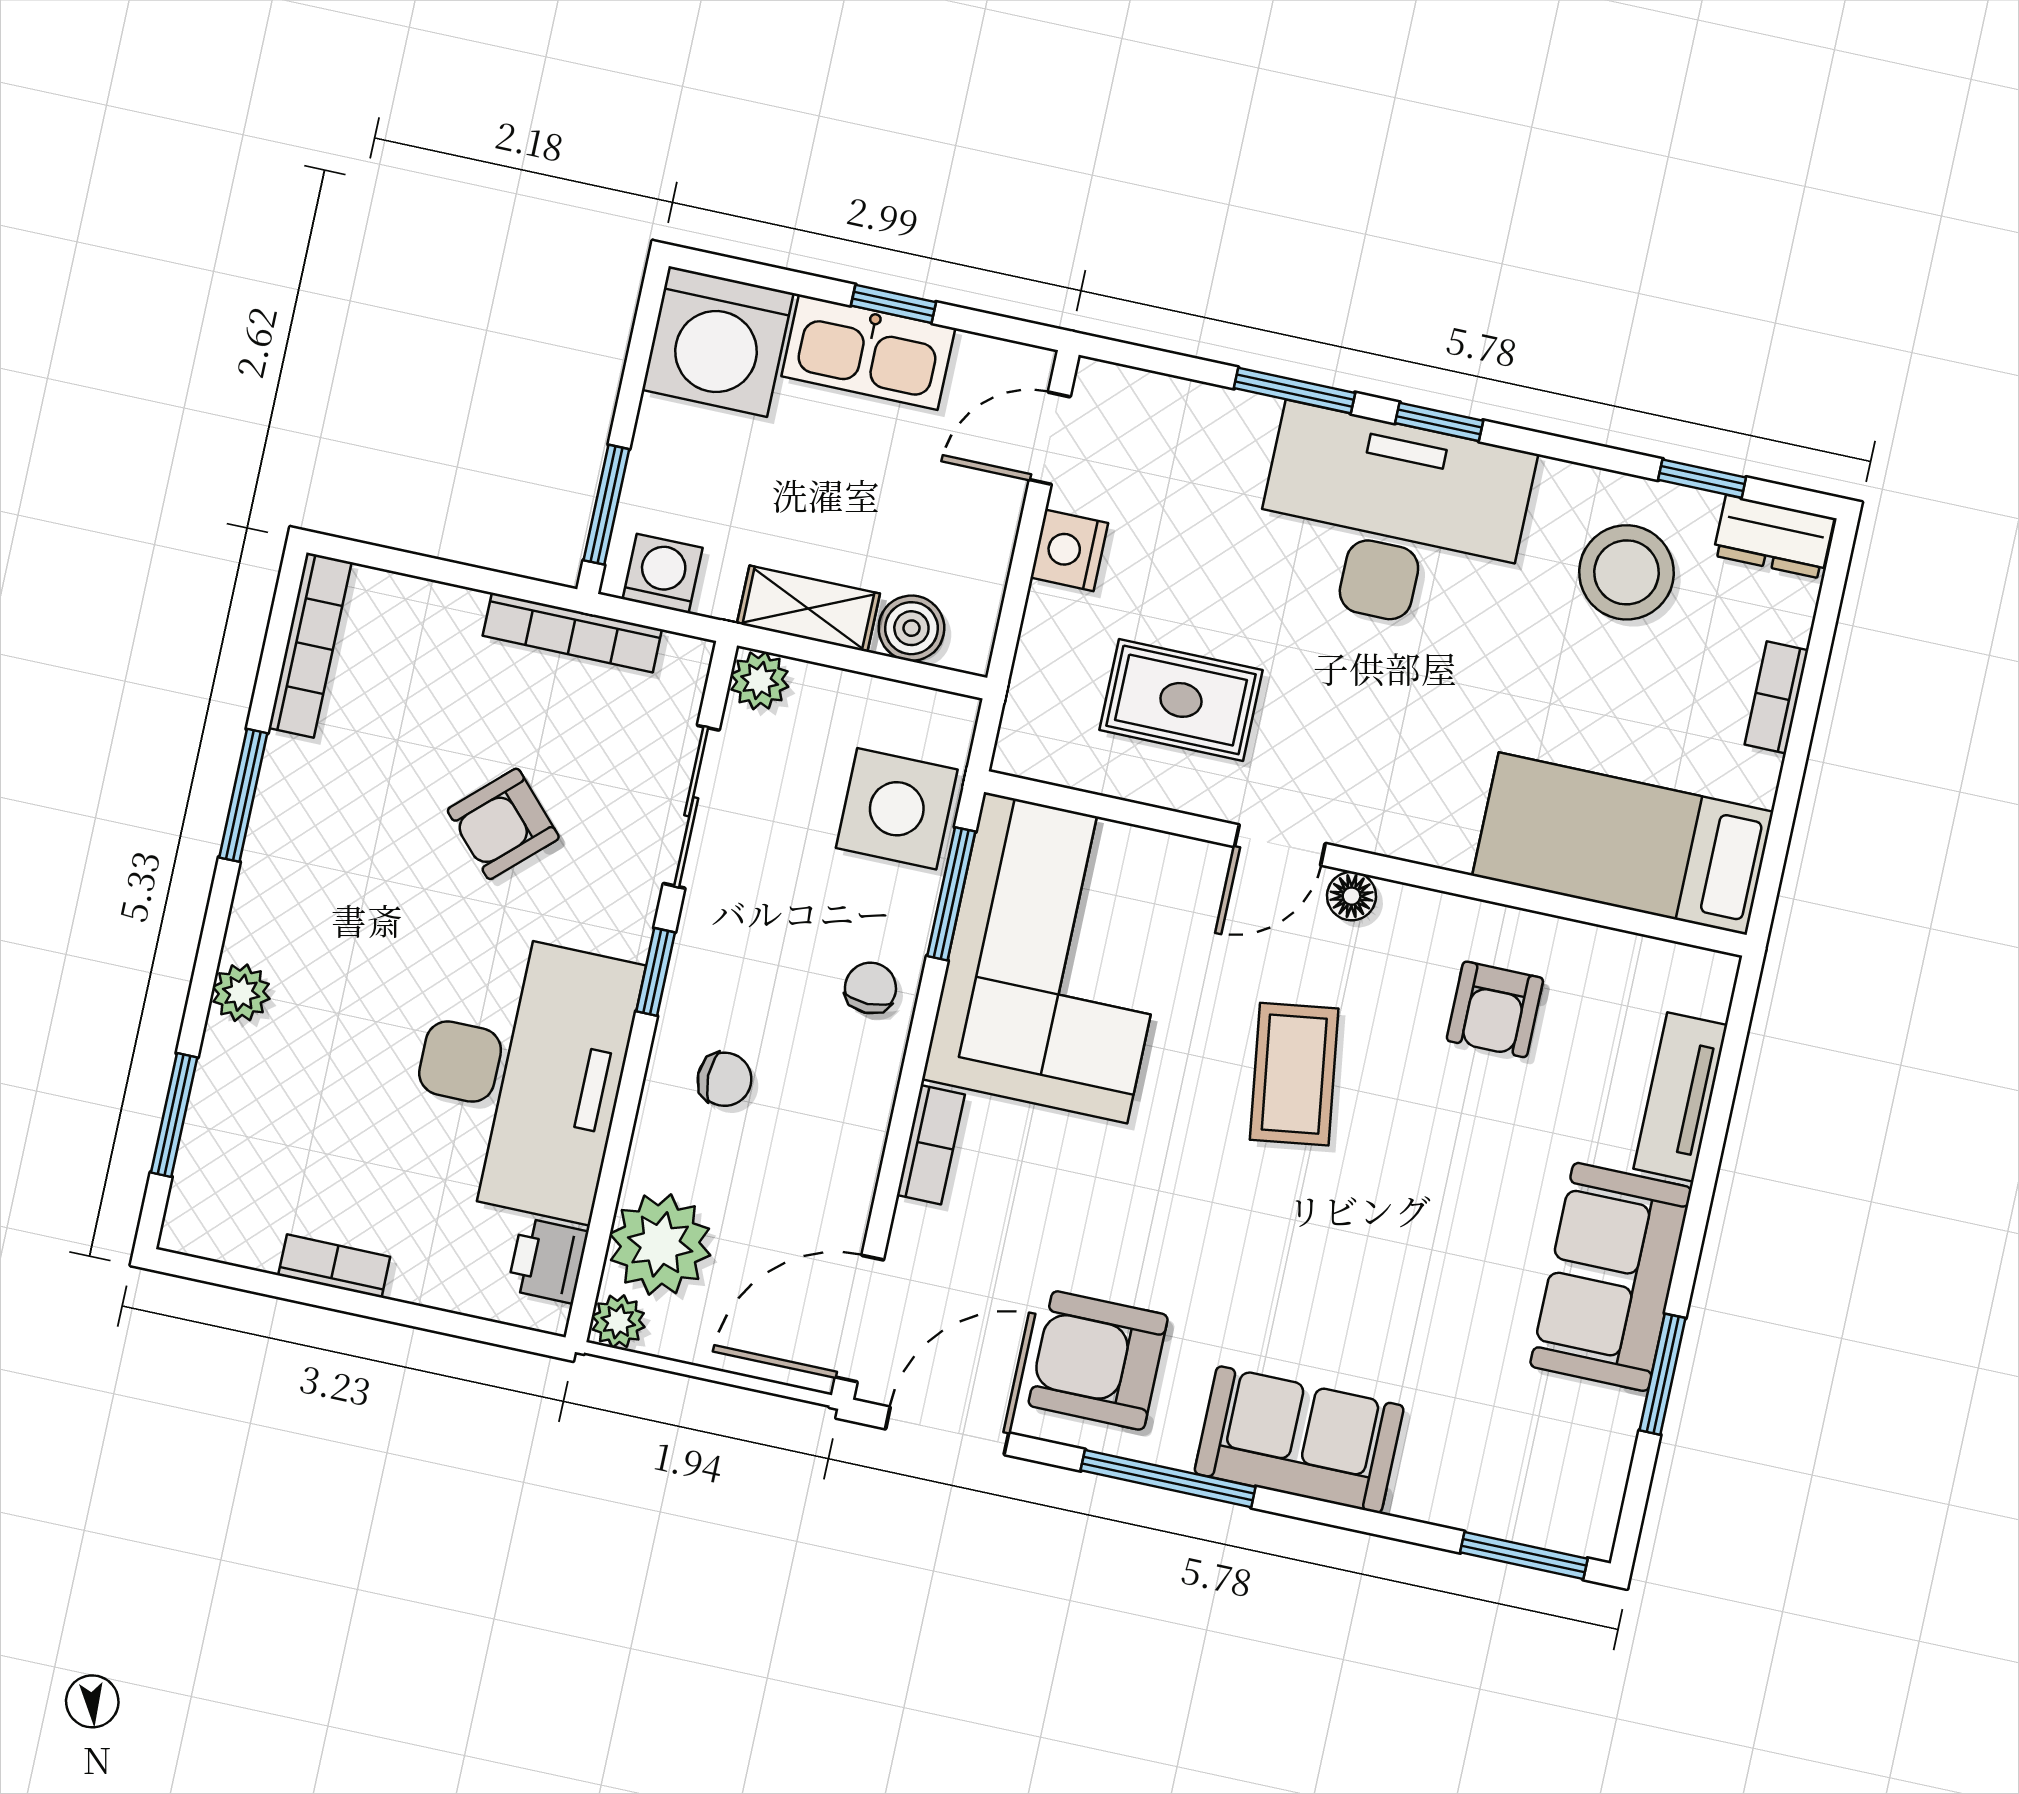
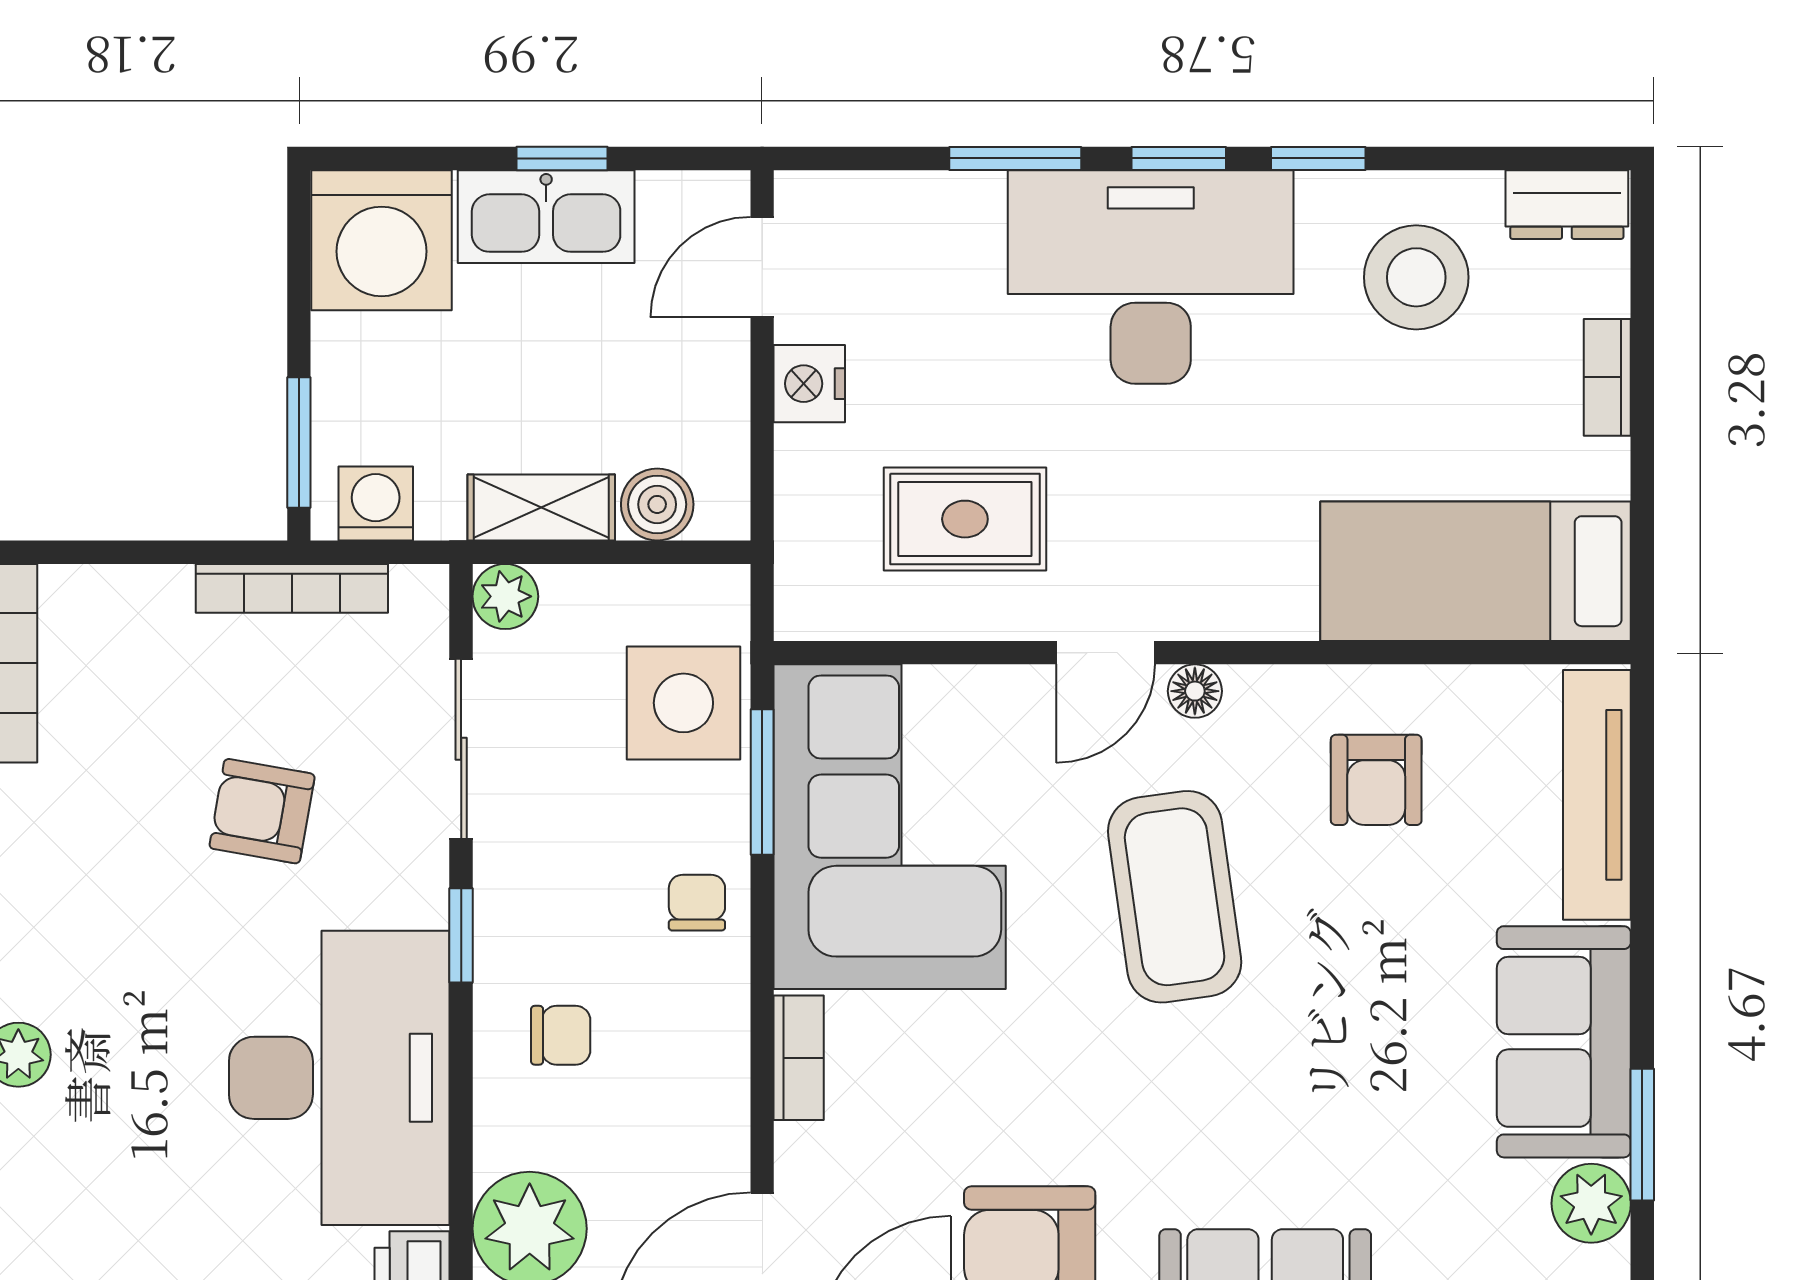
window: (1702, 479) -> (1318, 158), moved
armchair: (503, 824) -> (262, 811), turned 53
coffee table: (1294, 1074) -> (1175, 897), width x1.36, depth x1.32
tv unit: (1680, 1097) -> (1597, 795), width x1.41
plant: (1604, 1425) -> (1591, 1203), added

